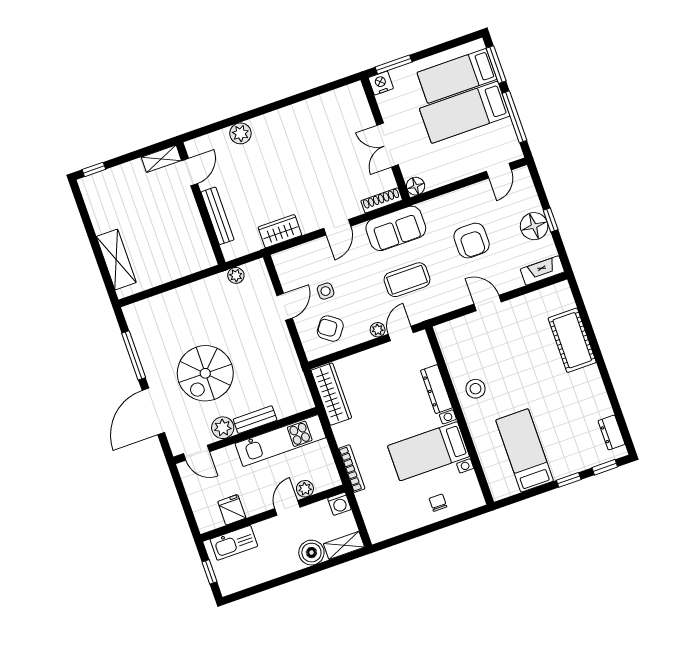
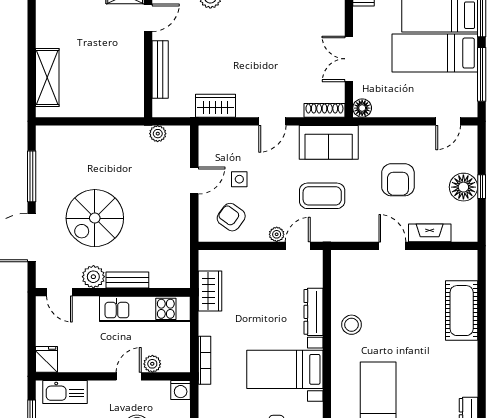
fireplace: (542, 270) -> (430, 233), moved
wardrobe: (331, 394) -> (210, 291), width x0.67
fridge: (232, 510) -> (47, 359), moved

